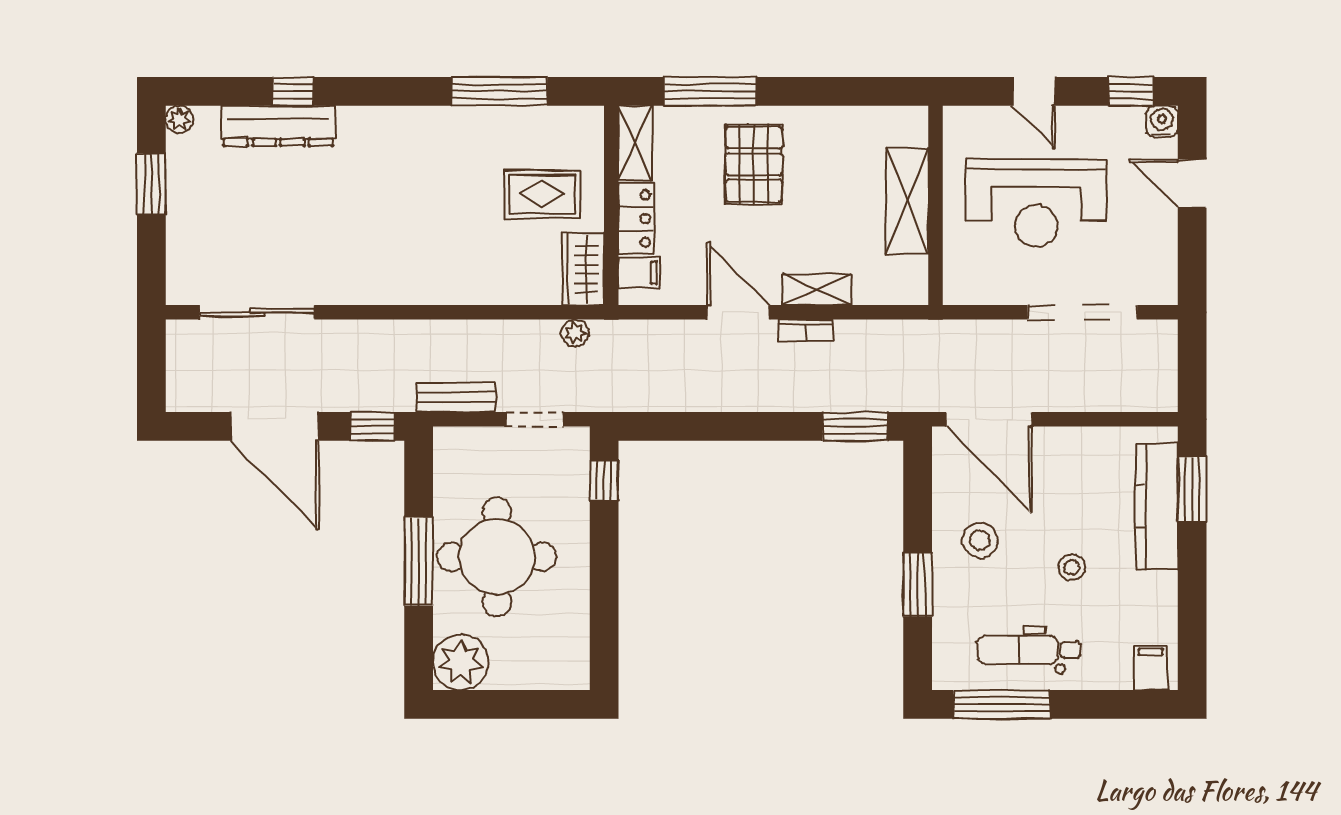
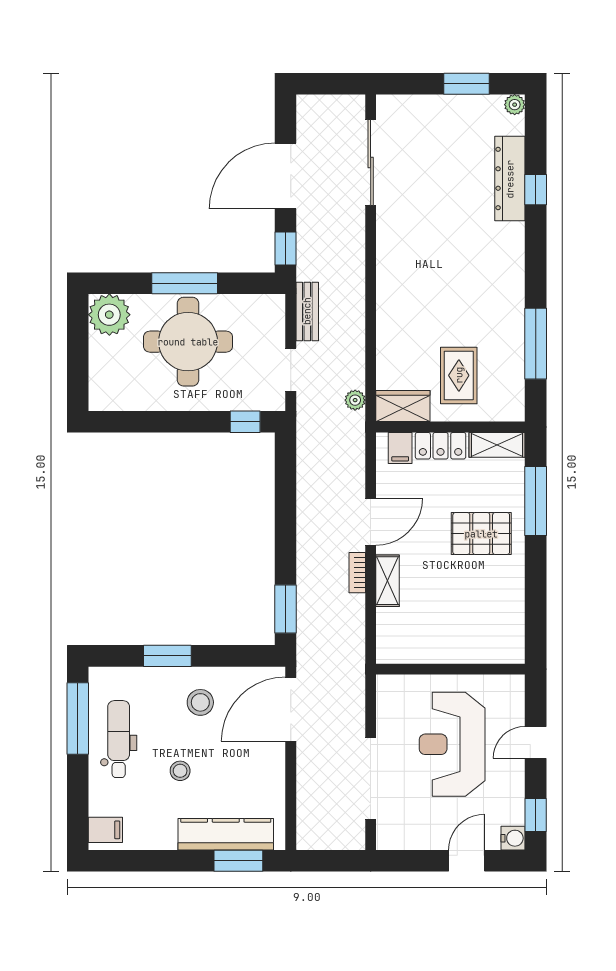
shelving: (907, 201) -> (454, 648), removed

